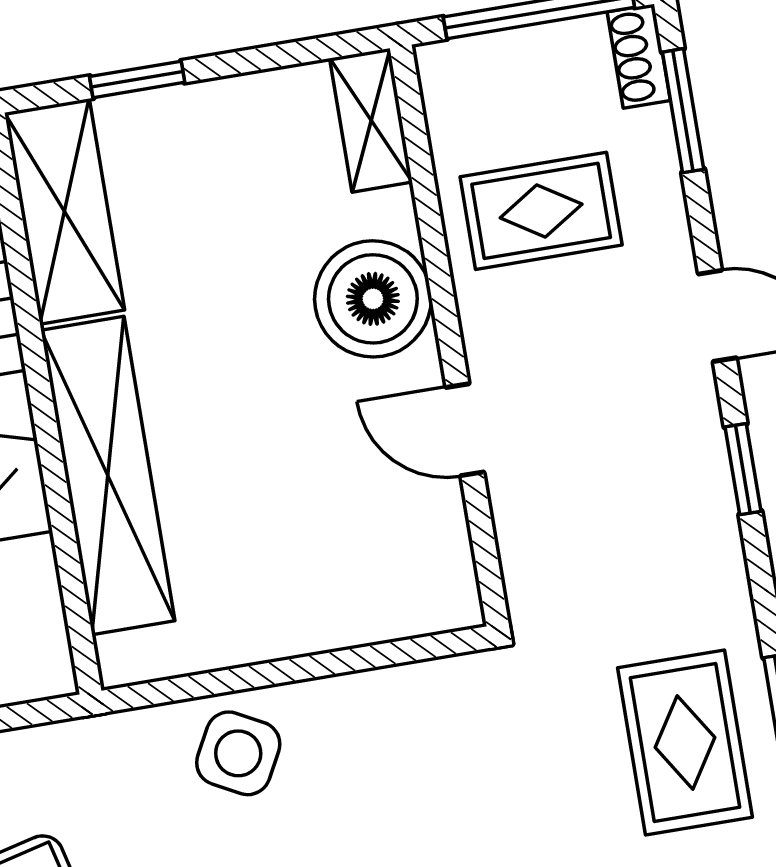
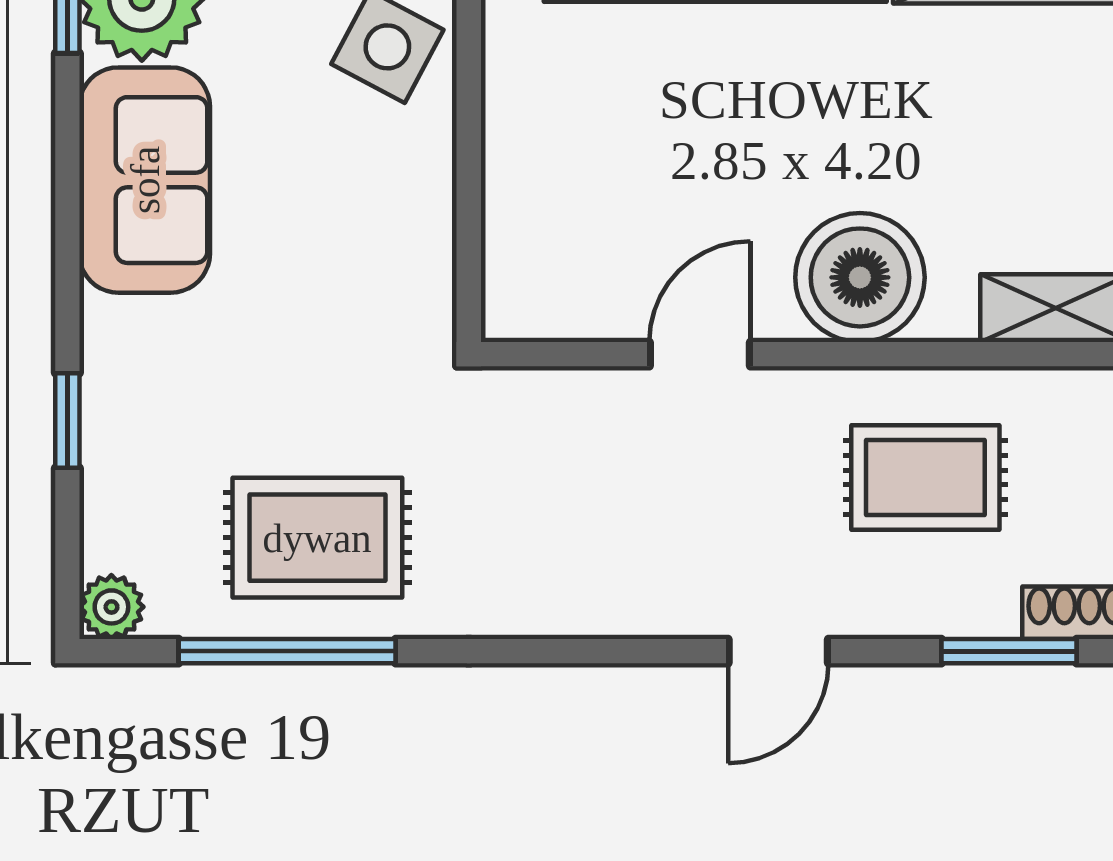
rug: (541, 211) -> (925, 477), turned 90
window: (743, 469) -> (606, 651), removed

